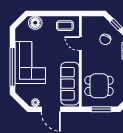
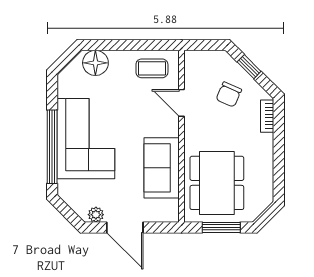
sofa: (70, 84) -> (162, 168), width x0.73
dining table: (99, 86) -> (217, 183), width x1.37

